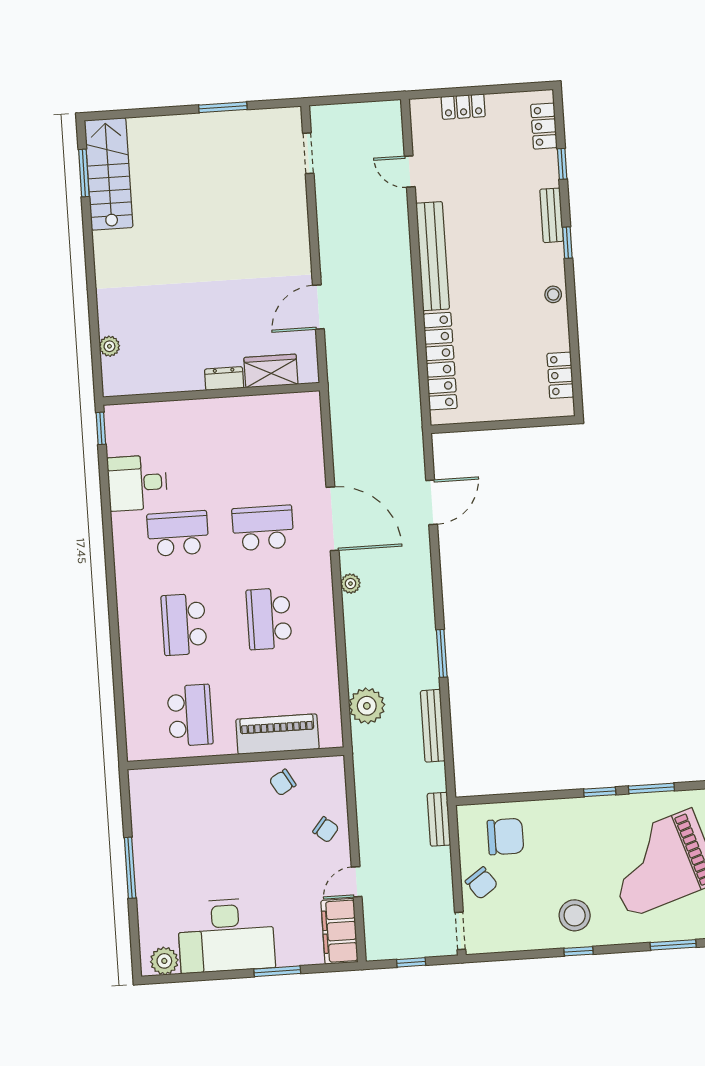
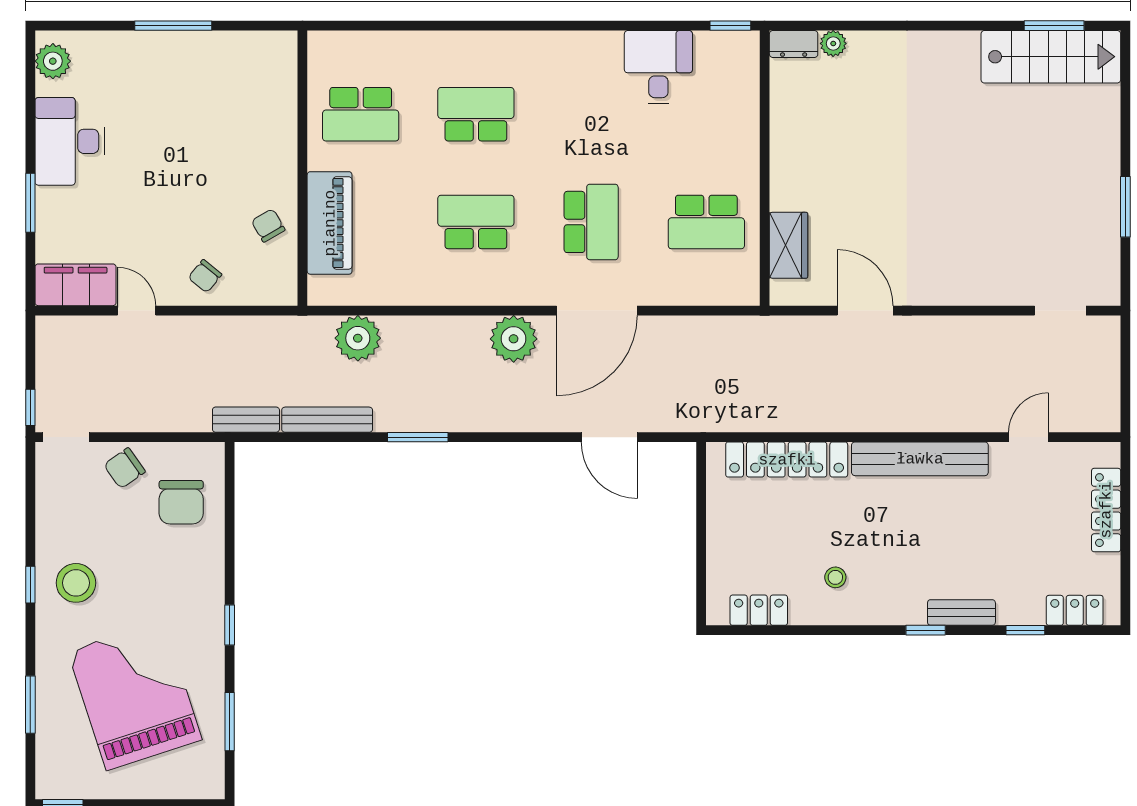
locker: (463, 107) -> (1106, 510), width x1.53
stool: (553, 294) -> (835, 577), moved
dresser: (224, 379) -> (794, 44), moved, turned 90
school desk: (178, 534) -> (706, 222), moved, turned 90
plant: (350, 584) -> (514, 339), width x1.87, depth x1.87
window: (651, 788) -> (230, 722), moved
bench: (439, 819) -> (246, 420), moved
desk: (226, 935) -> (70, 141), width x0.73, depth x0.77
window: (411, 962) -> (30, 407), moved

